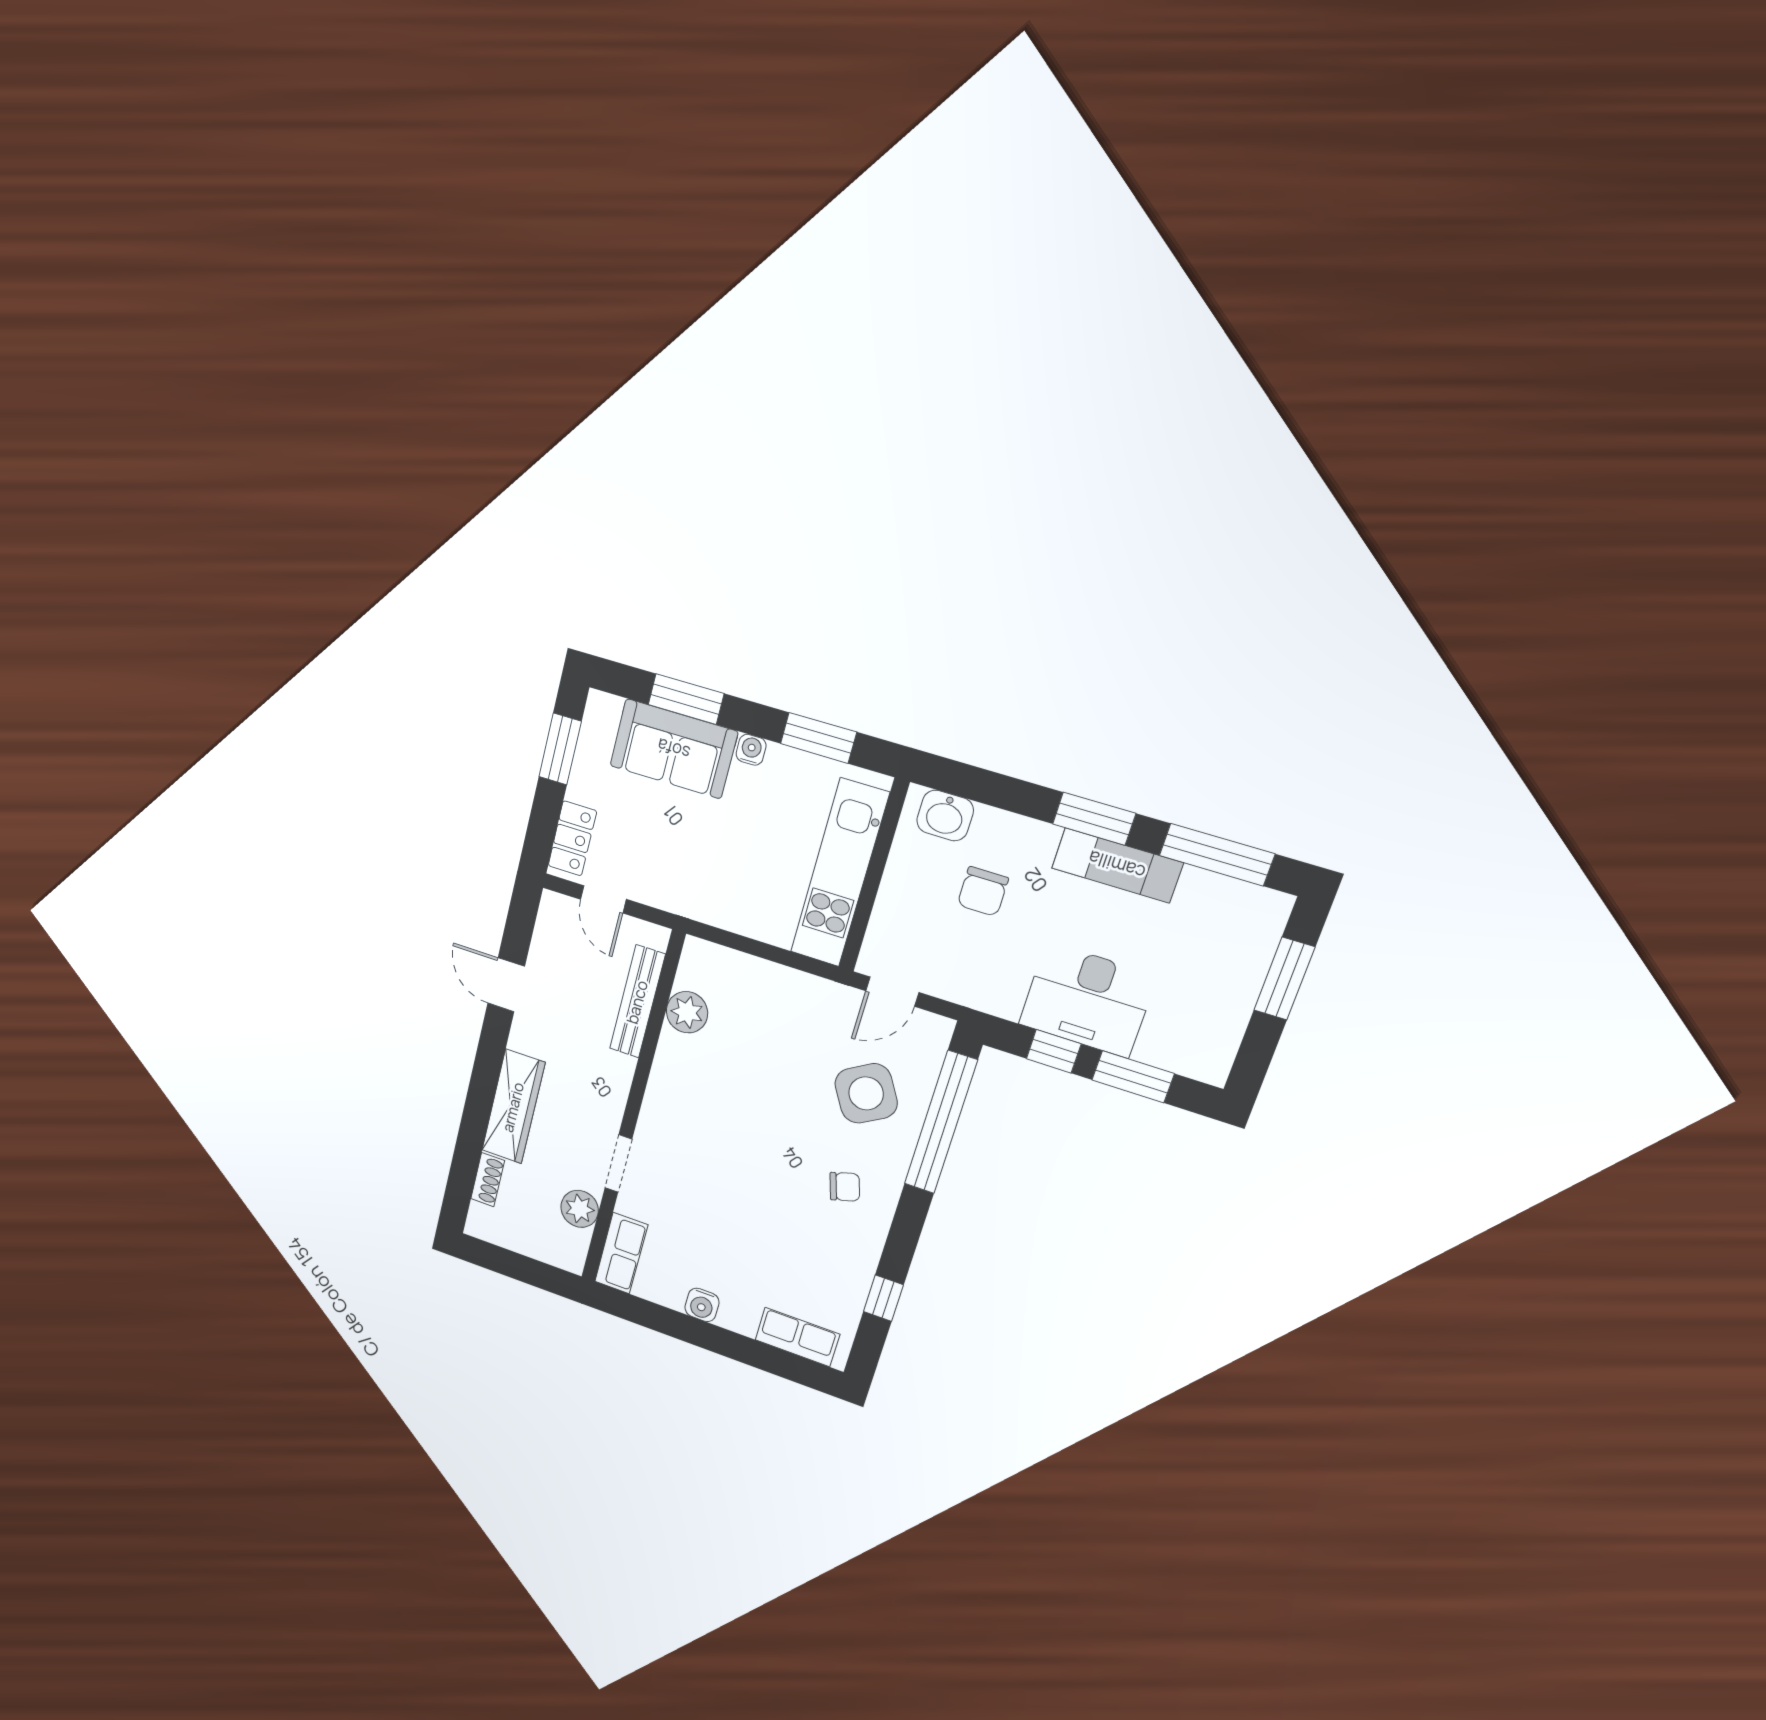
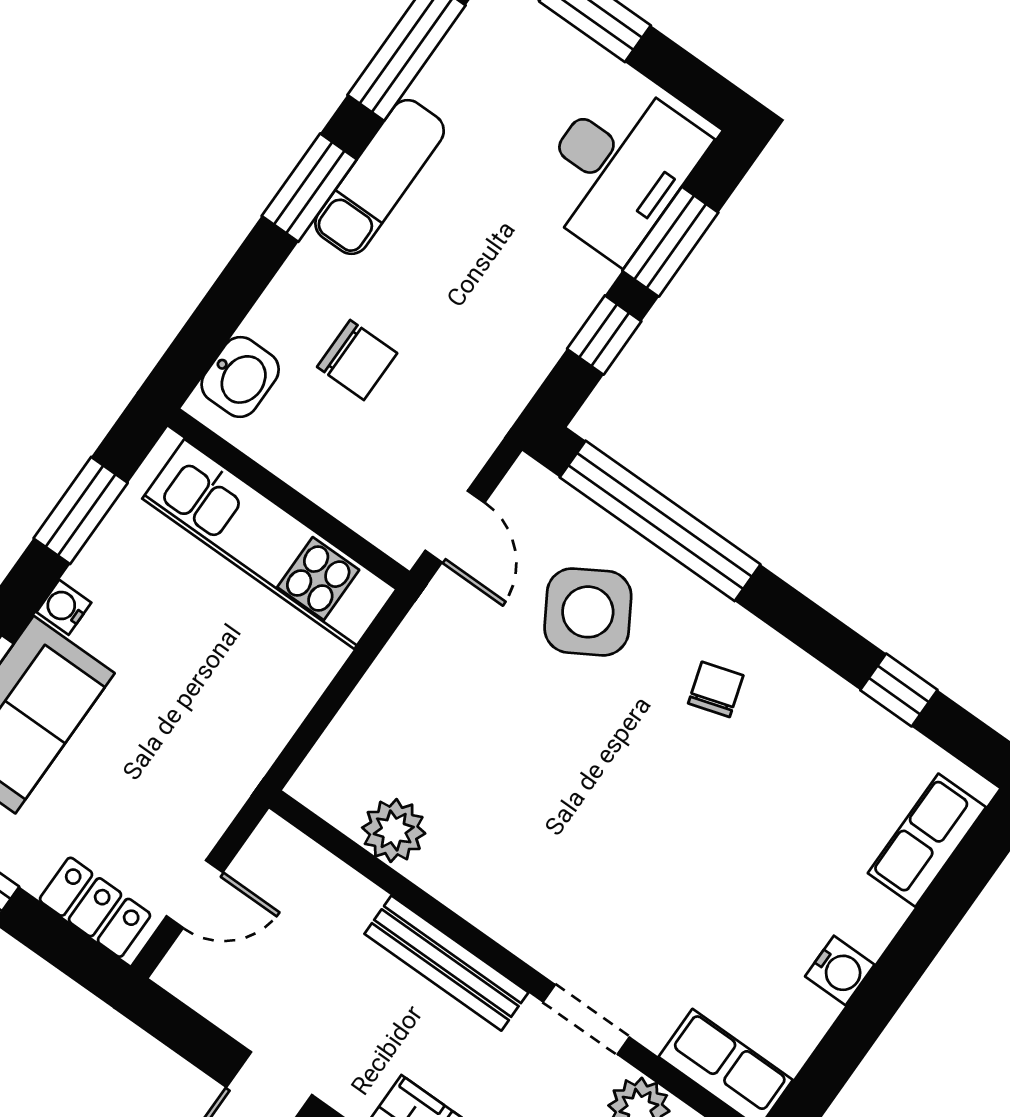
desk: (1088, 1000) -> (618, 168), moved
bench: (637, 1002) -> (446, 963), moved

